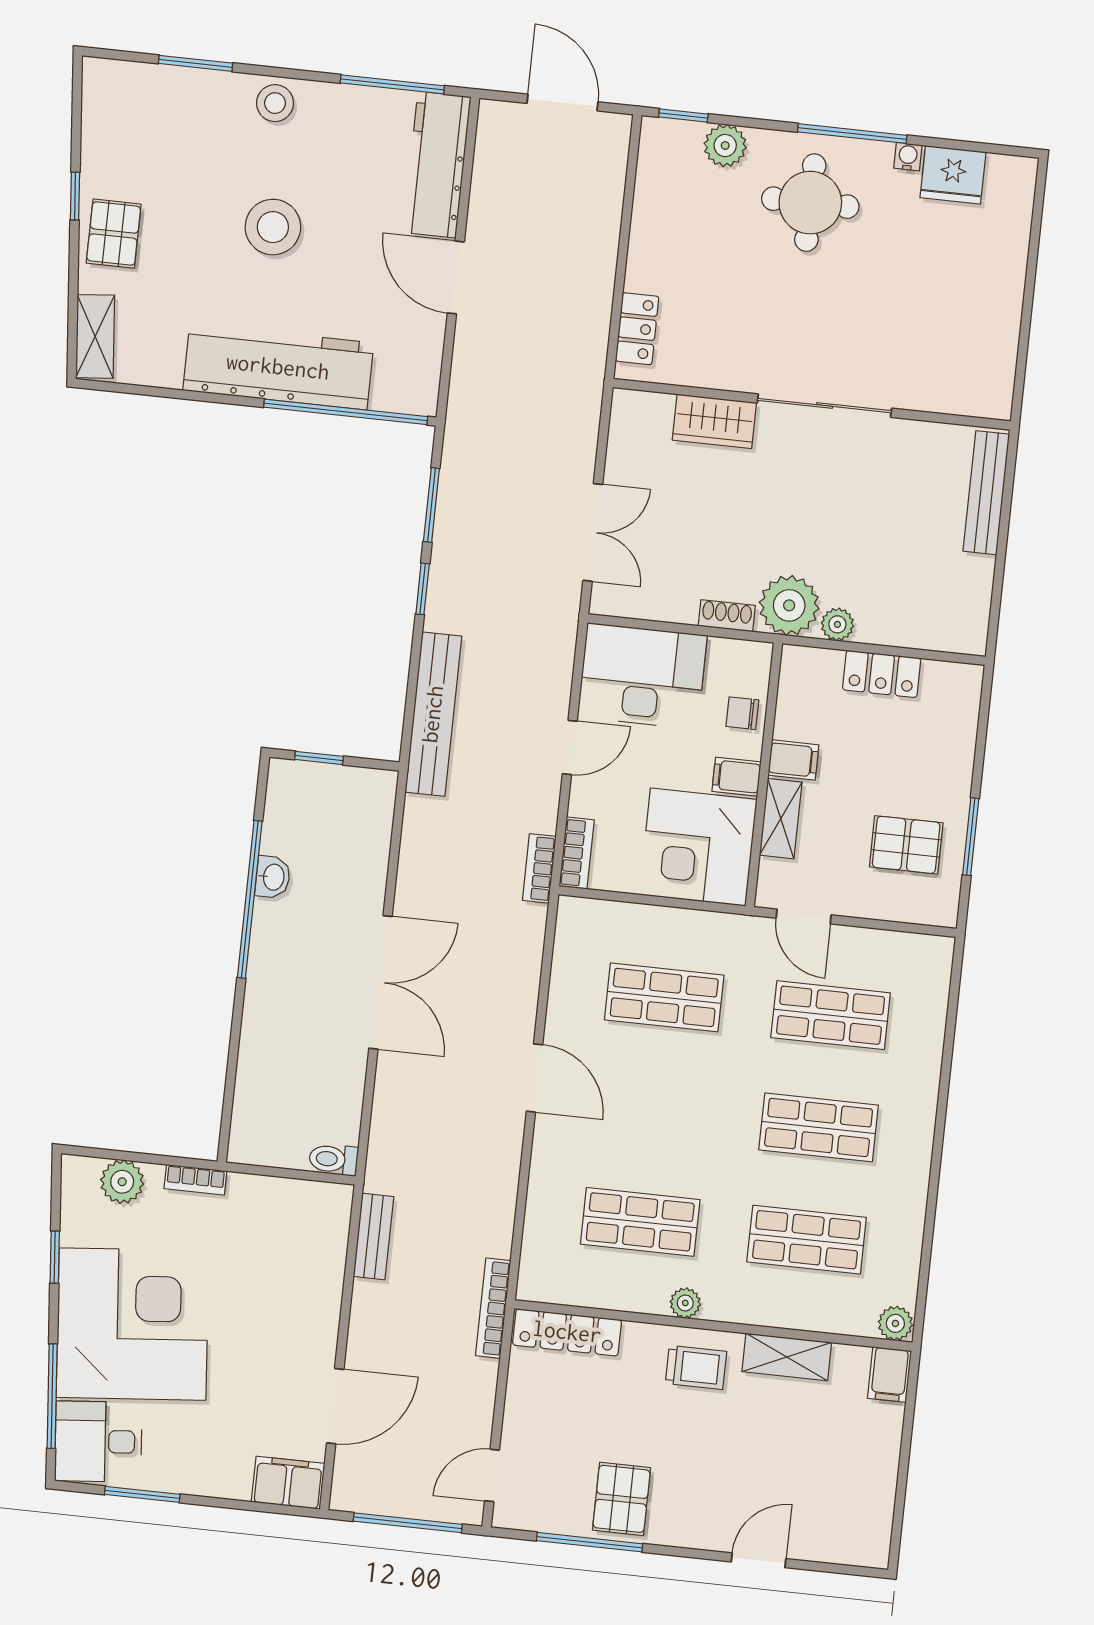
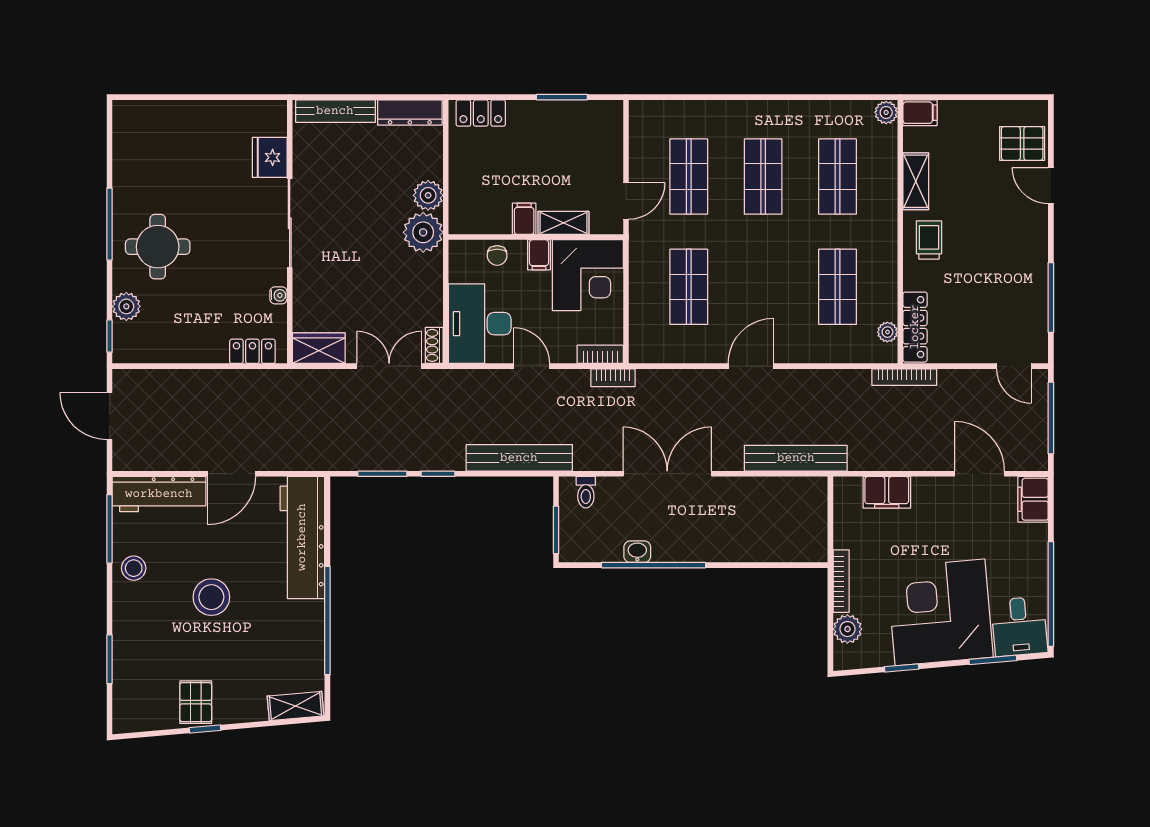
stool: (275, 103) -> (134, 568), moved
door: (562, 103) -> (110, 416), hinge flipped
water cooler: (908, 157) -> (278, 295), moved, turned 180
fridge: (953, 175) -> (270, 157), moved, turned 180
pallet: (114, 234) -> (196, 702), moved, turned 90
workbench: (278, 367) -> (302, 537), moved
window: (346, 412) -> (327, 621), moved
wardrobe: (714, 421) -> (319, 348), moved, turned -90
dresser: (972, 605) -> (410, 112), added
shoe rack: (727, 616) -> (434, 345), moved
plant: (837, 624) -> (428, 195), width x1.38, depth x1.38
locker: (882, 674) -> (481, 113), moved, turned 90
window: (319, 758) -> (556, 530), width x1.50
pallet: (906, 845) -> (572, 139), removed
double door: (380, 982) -> (667, 474), moved
toilet: (333, 1159) -> (586, 492), moved
bookcase: (195, 1180) -> (841, 581), width x1.56
bench: (373, 1237) -> (796, 458), moved, width x1.86, depth x1.21
filing cabinet: (322, 1263) -> (887, 492), added
plant: (685, 1303) -> (887, 332), moved
window: (52, 1396) -> (993, 660), width x0.69
window: (142, 1494) -> (1051, 594), width x2.11
pallet: (622, 1499) -> (1022, 143), moved

